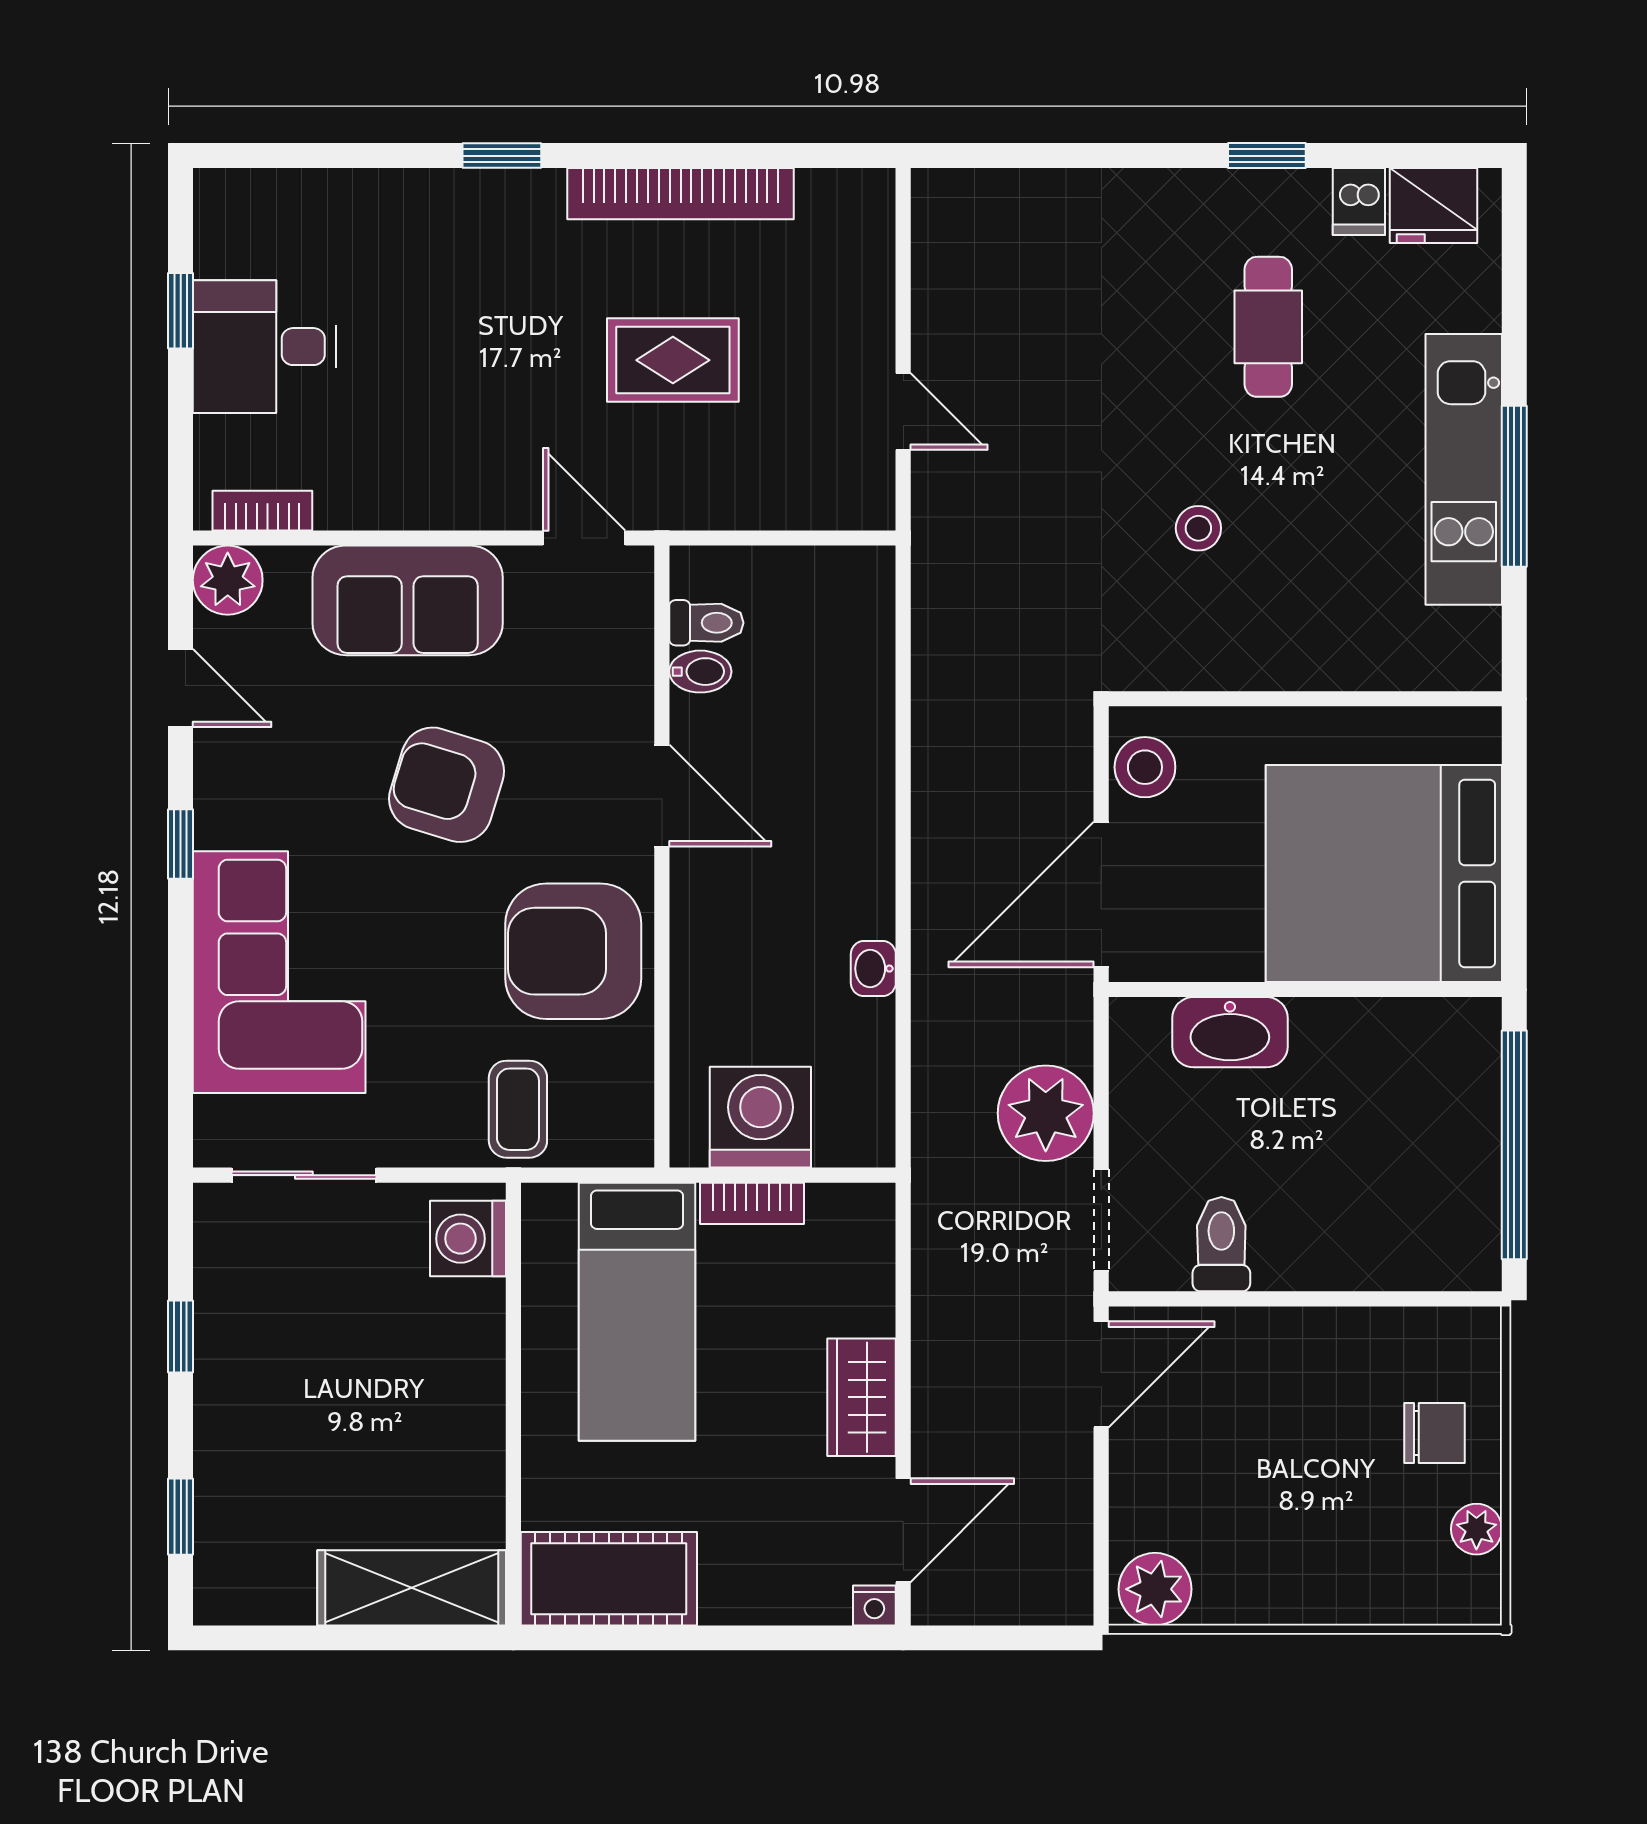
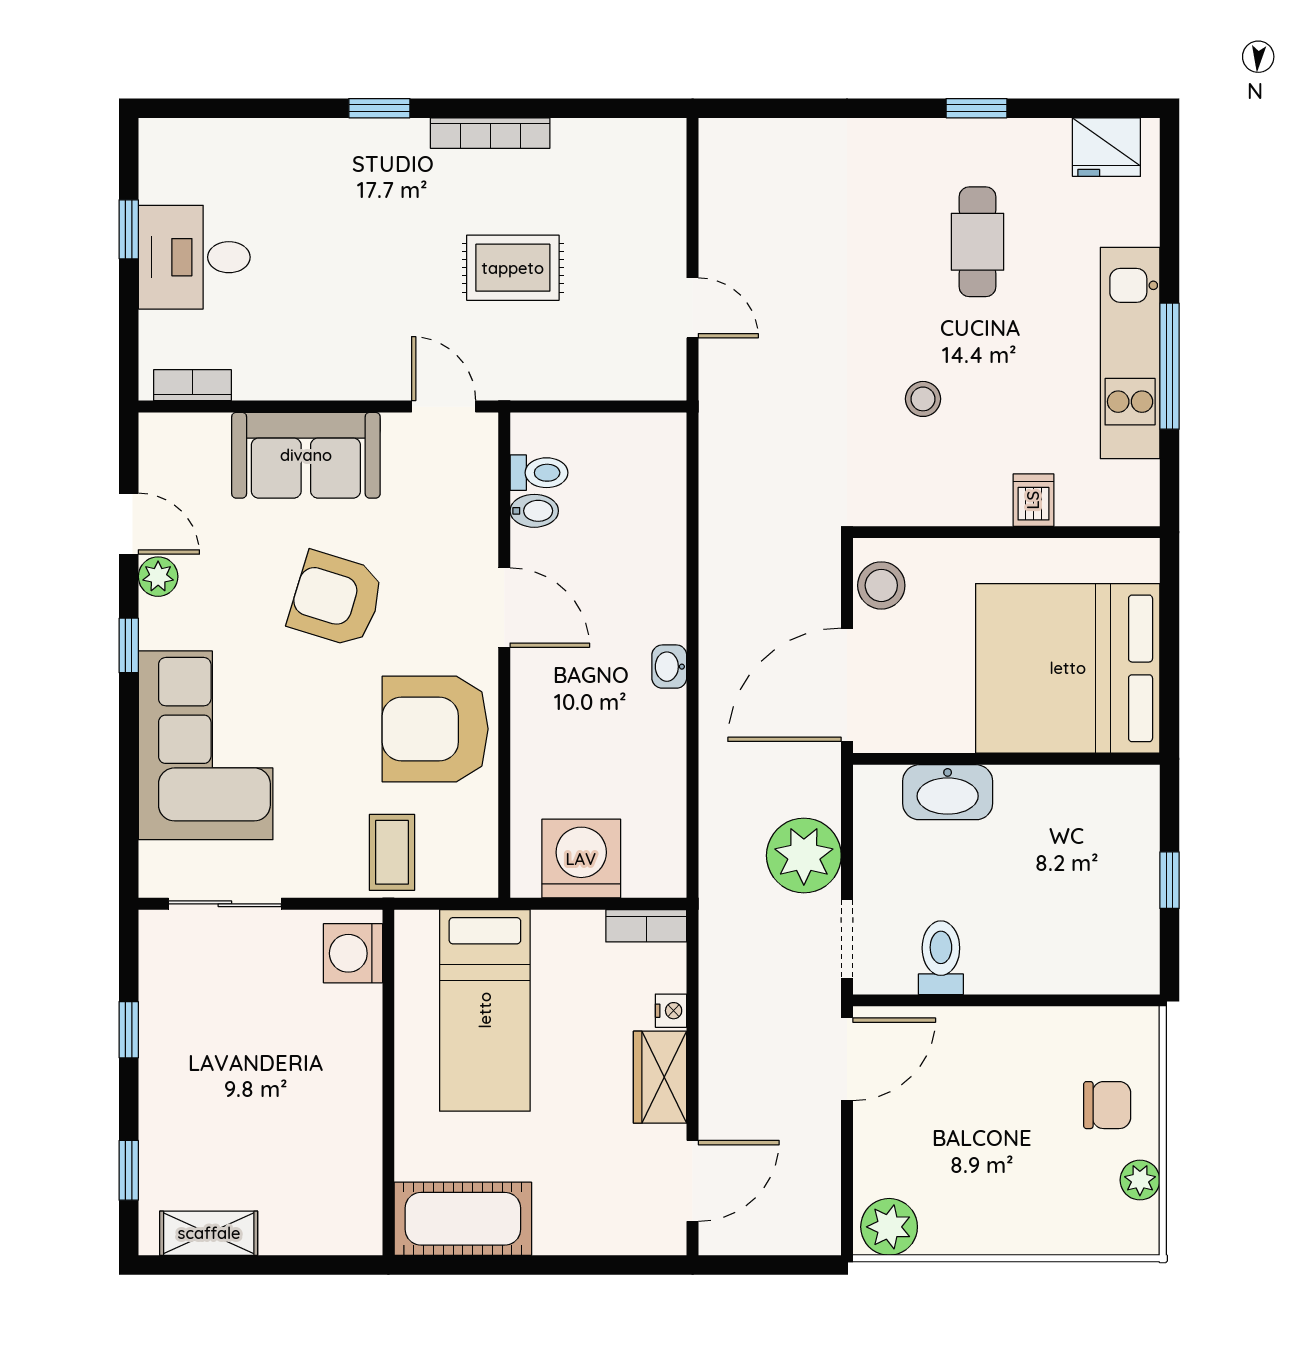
bookcase: (681, 194) -> (490, 133), width x0.68, depth x0.76
dishwasher: (1359, 202) -> (1033, 500), moved, turned 180
plant: (228, 580) -> (158, 577), moved, width x0.73, depth x0.73
washbasin: (873, 969) -> (669, 667), moved
window: (1514, 1145) -> (1170, 880), width x0.32
bookcase: (752, 1203) -> (646, 926), moved
shelving: (412, 1588) -> (209, 1233), moved, width x0.67, depth x0.75
nightstand: (874, 1605) -> (671, 1011), moved, turned -90

